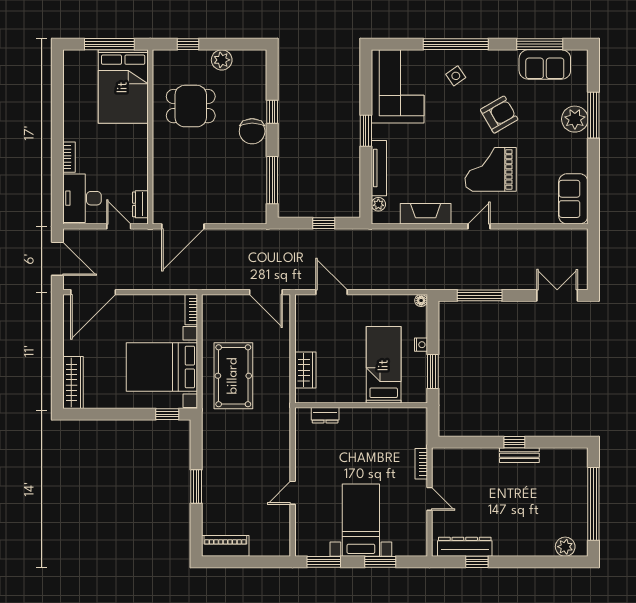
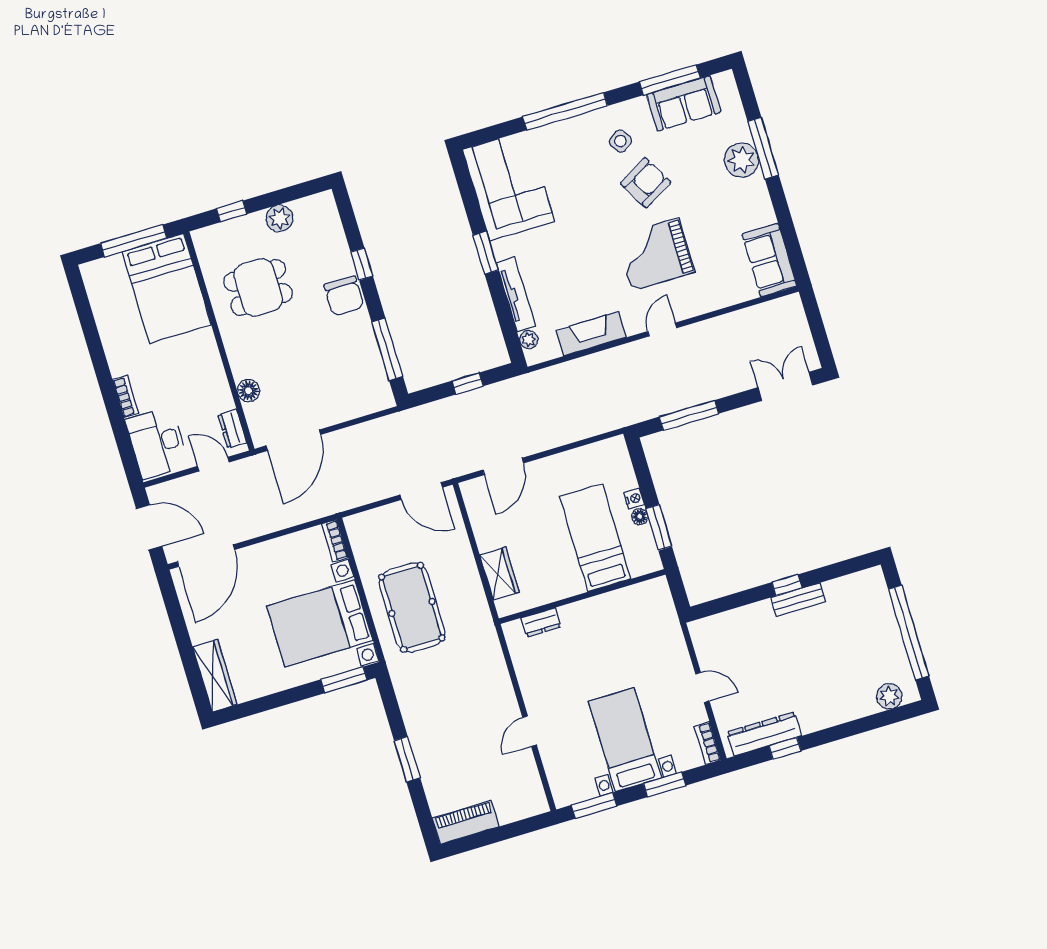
side table: (456, 76) -> (620, 141), moved
floor lamp: (161, 180) -> (249, 391), added
door: (332, 292) -> (503, 467), swing flipped
floor lamp: (421, 301) -> (640, 517), moved
window: (167, 414) -> (344, 680), width x1.50
bookcase: (421, 464) -> (708, 743), moved

